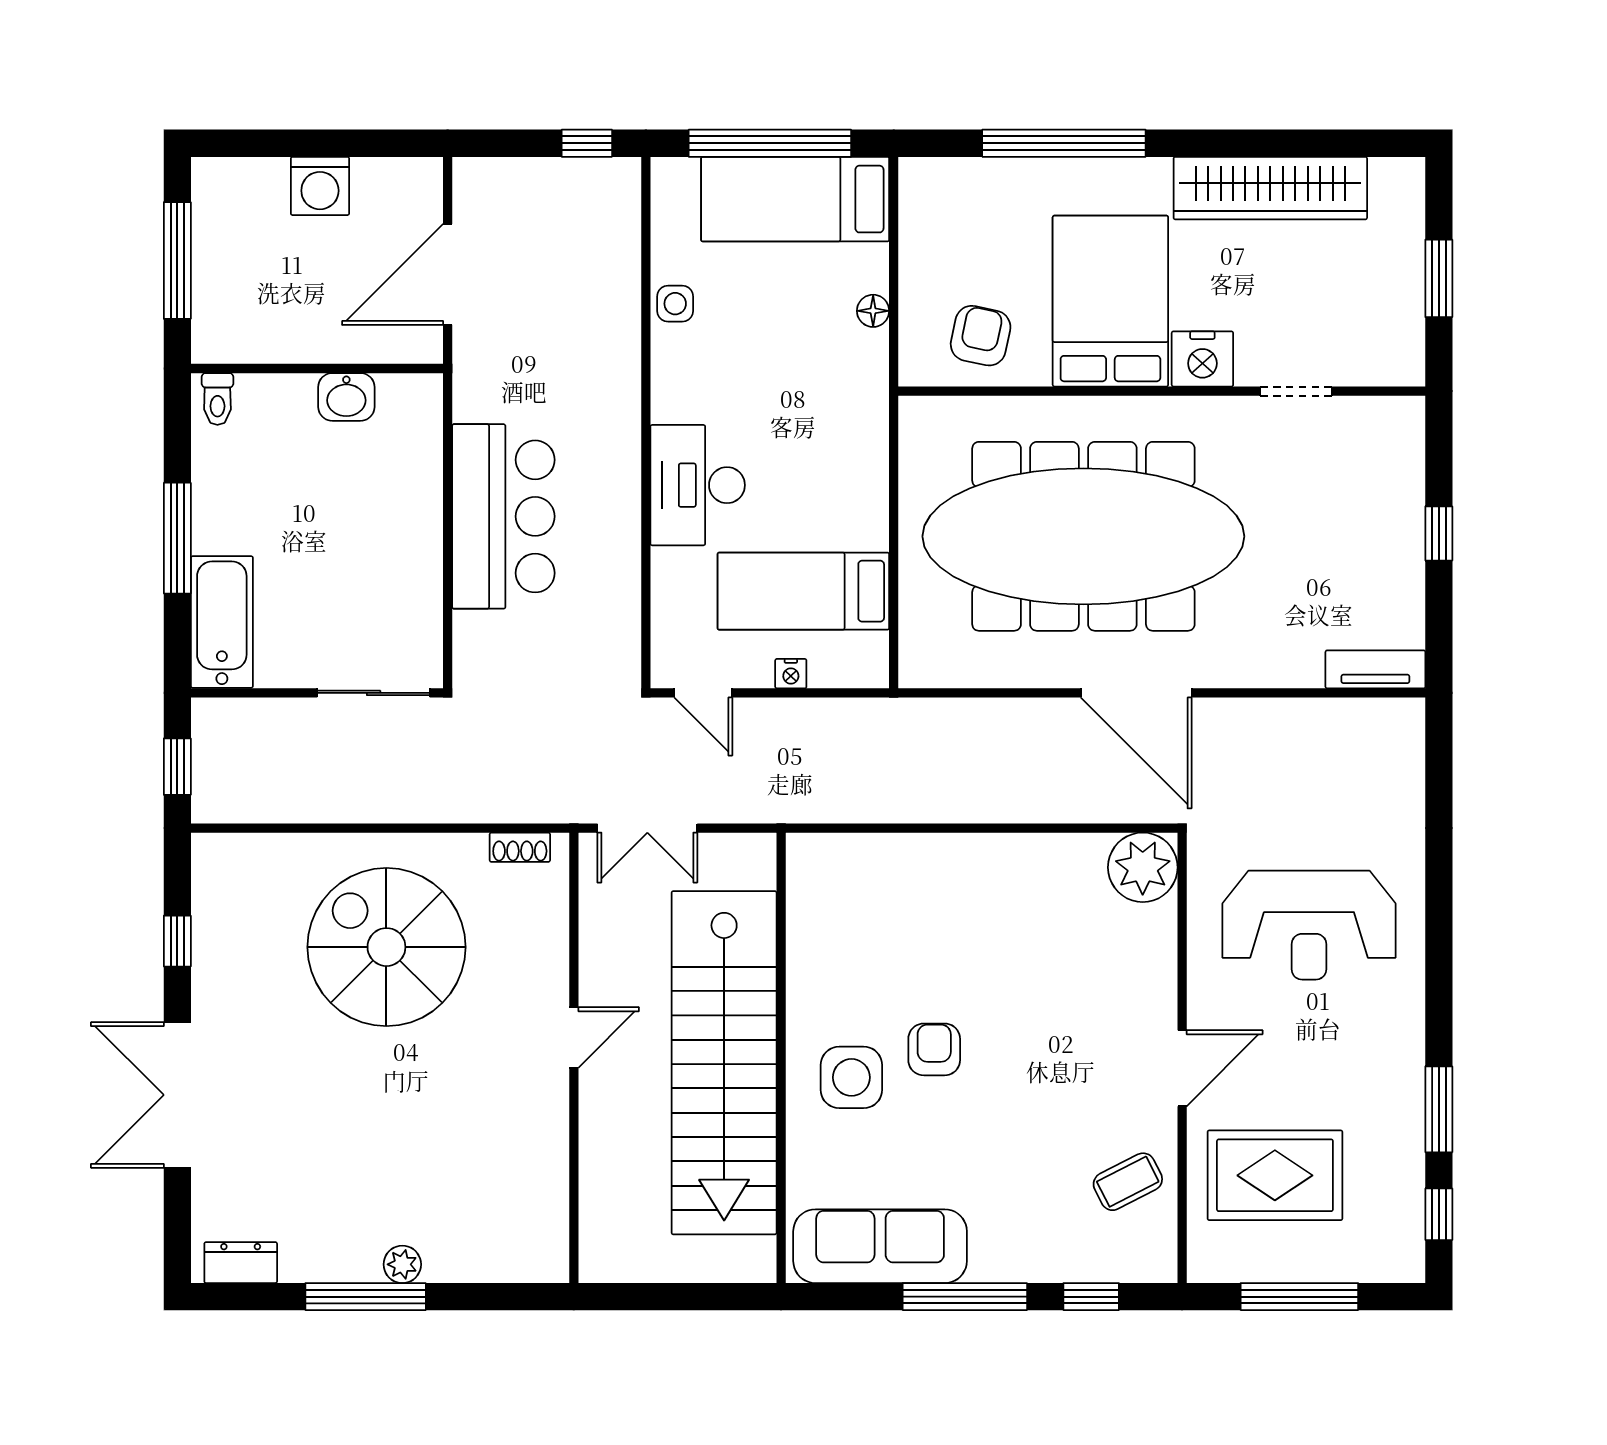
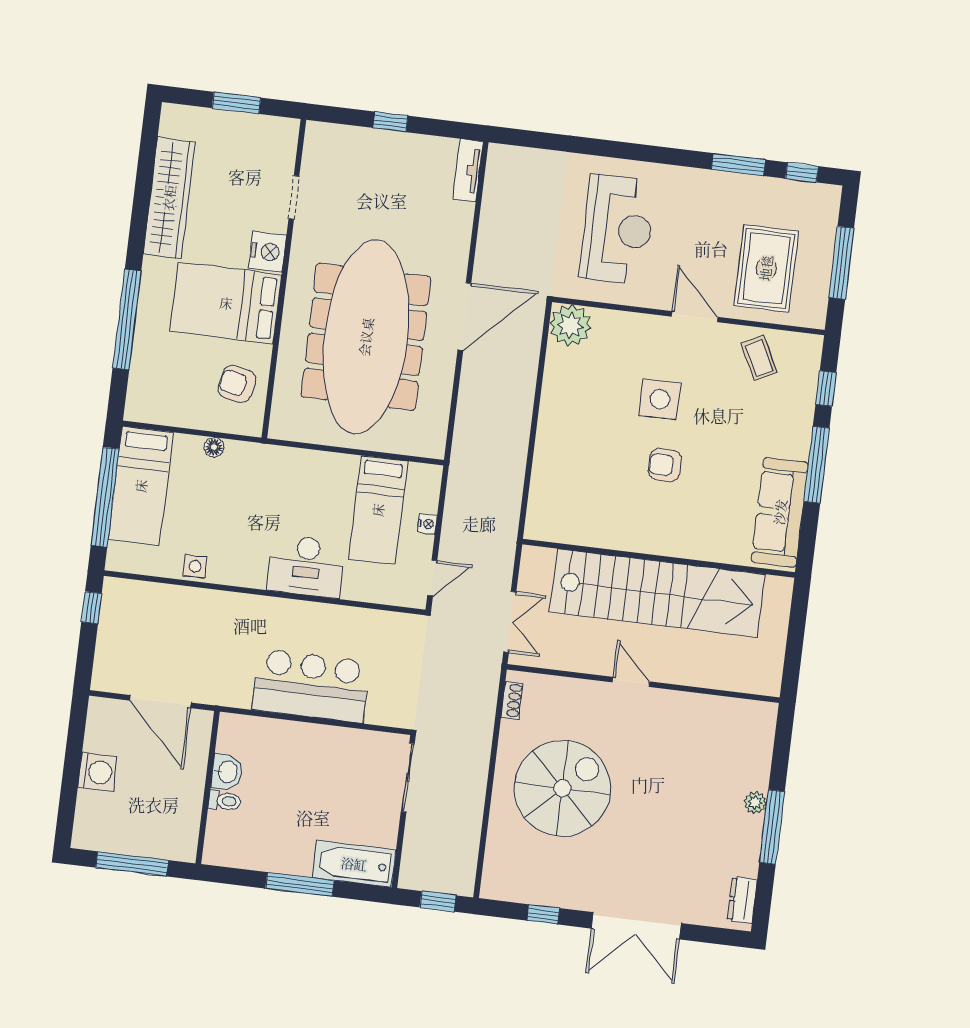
toilet: (217, 399) -> (225, 801), moved
spiral stairs: (386, 947) -> (562, 788), turned 180
side table: (851, 1077) -> (660, 399), moved

